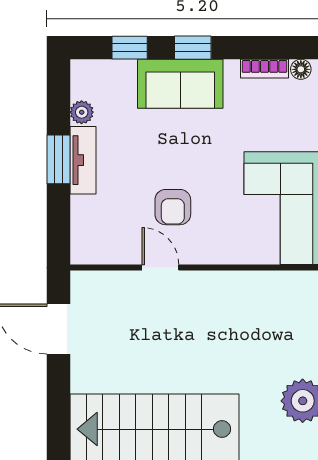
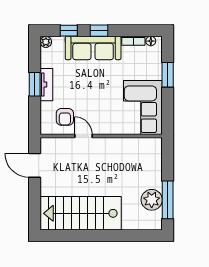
sofa: (180, 84) -> (93, 48), width x1.36
plant: (82, 112) -> (46, 42), moved
armchair: (173, 207) -> (65, 117), moved

